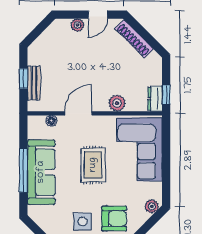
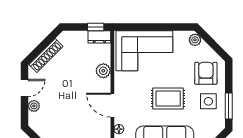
door: (98, 15) -> (25, 88), hinge flipped
rug: (93, 165) -> (168, 99), moved

